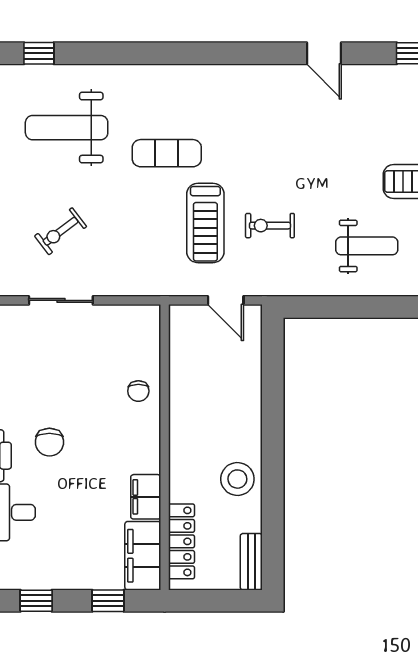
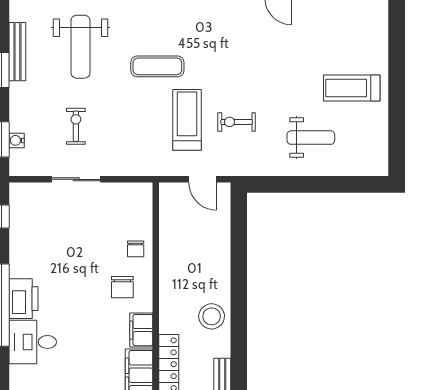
weight bench: (67, 128) -> (81, 47), turned -90
treadmill: (205, 223) -> (187, 120), turned 180
exercise bike: (61, 231) -> (76, 126), turned 127
chair: (49, 442) -> (122, 287), moved

